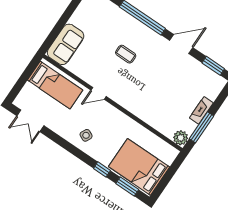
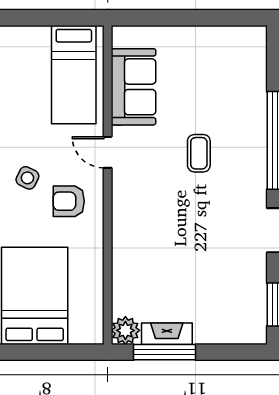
sofa: (66, 44) -> (133, 87), moved, turned -90
fireplace: (201, 110) -> (167, 334), moved
armchair: (108, 124) -> (69, 201), added

